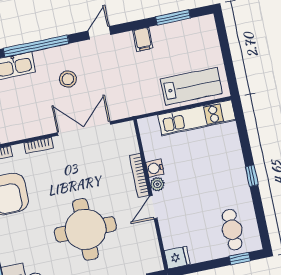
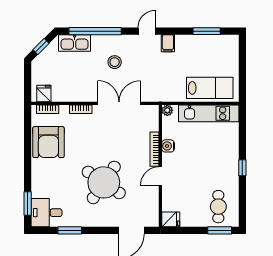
filing cabinet: (143, 39) -> (168, 43), moved
plant: (157, 184) -> (167, 110), moved
round table: (85, 229) -> (104, 182), turned 34
window: (240, 259) -> (220, 230), width x1.50

